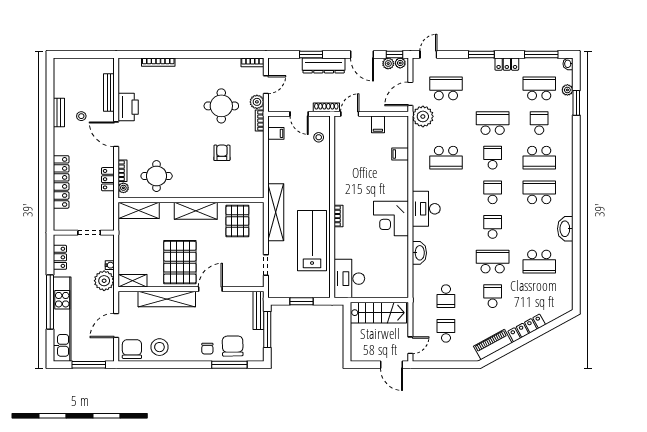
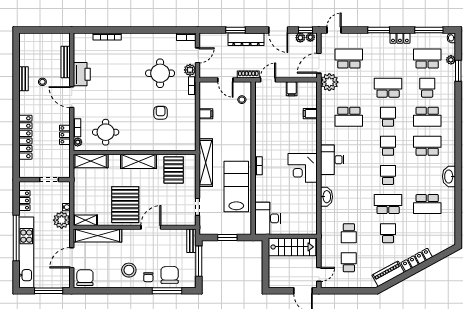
filing cabinet: (276, 133) -> (206, 114), moved
shelving: (167, 299) -> (97, 236), moved
bench: (259, 310) -> (191, 241), width x0.73
stool: (159, 347) -> (129, 270), moved

